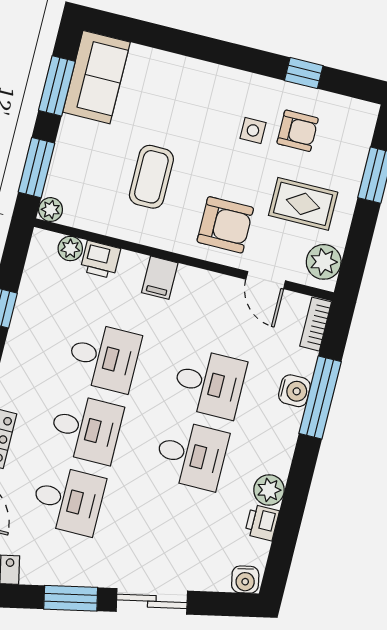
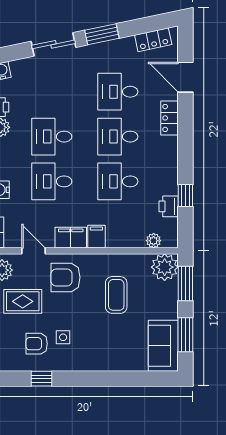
plant: (51, 210) -> (165, 267), width x1.88, depth x1.88
printer: (100, 260) -> (169, 206), moved, turned -90
filing cabinet: (201, 286) -> (71, 238), added

